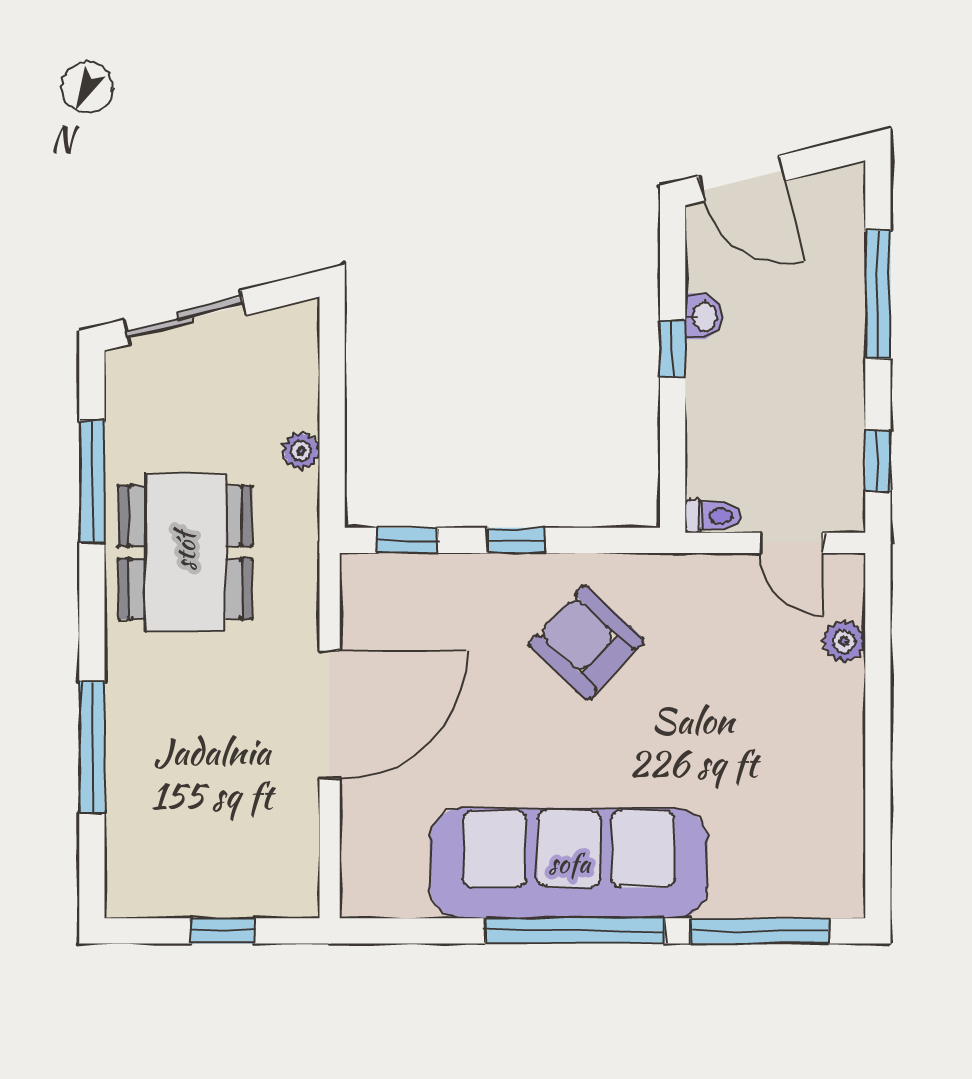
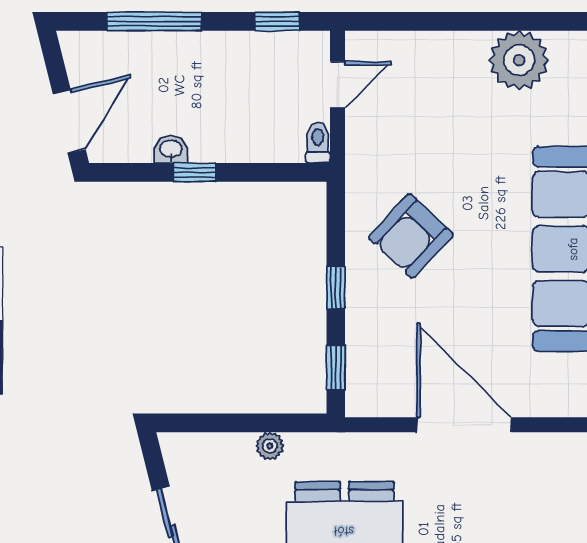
plant: (844, 641) -> (519, 60), moved, width x1.87, depth x1.87

